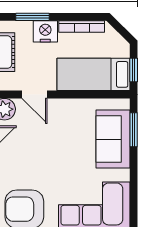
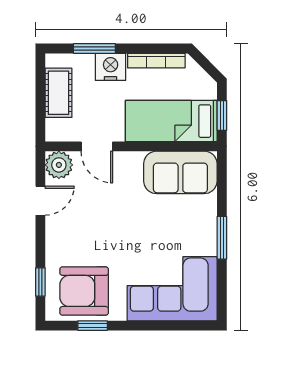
window: (134, 130) -> (222, 238), moved
sofa: (113, 139) -> (180, 172), moved, turned -90

